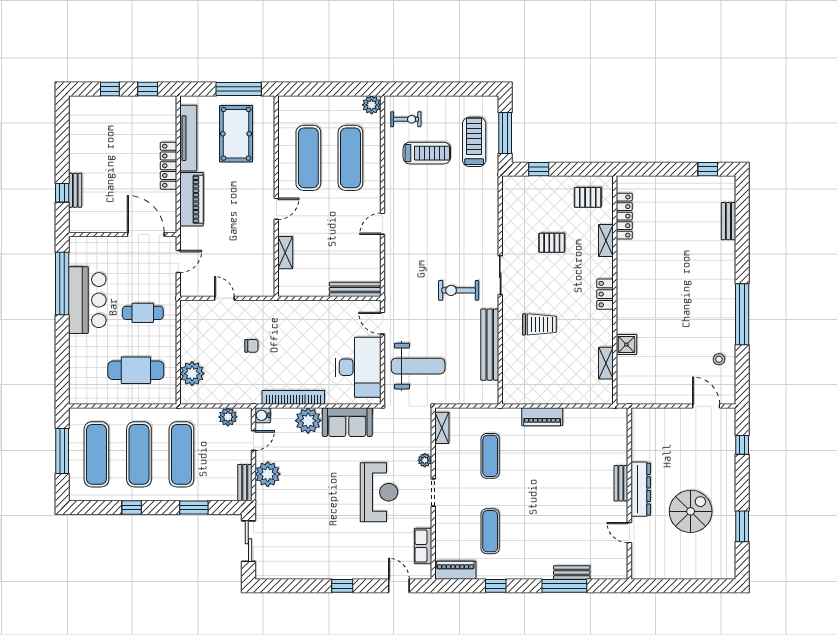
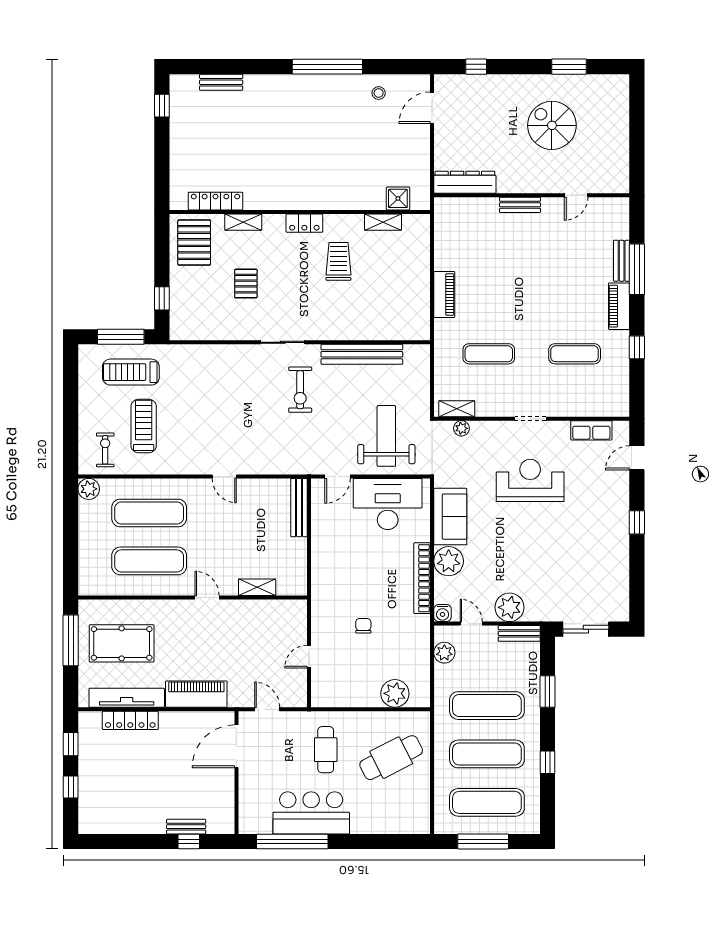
locker: (168, 166) -> (130, 720), moved
pallet: (588, 197) -> (194, 243), width x1.50, depth x1.42
trolley: (539, 324) -> (338, 261), moved
shower: (626, 345) -> (398, 198), moved
cafe table: (136, 370) -> (391, 758), turned 63
plant: (425, 460) -> (461, 428), moved
dresser: (641, 489) -> (465, 182), moved
piano: (455, 570) -> (619, 306), moved

